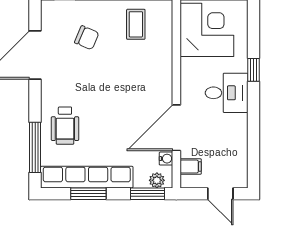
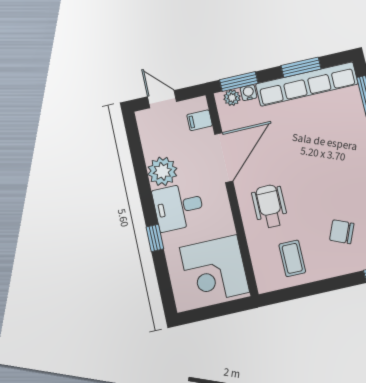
wheelchair: (65, 126) -> (270, 206), moved
plant: (234, 128) -> (162, 171), added
water cooler: (166, 159) -> (249, 93), moved, turned 90

